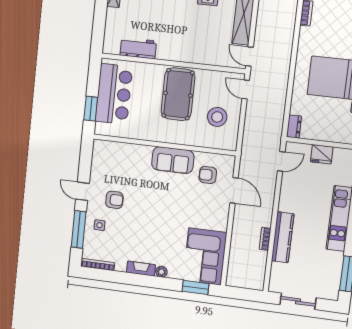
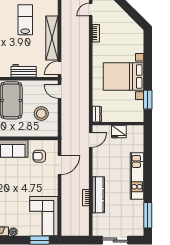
workbench: (199, 55) -> (24, 71), added
door: (249, 57) -> (59, 68), hinge flipped
door: (234, 190) -> (59, 165), hinge flipped

